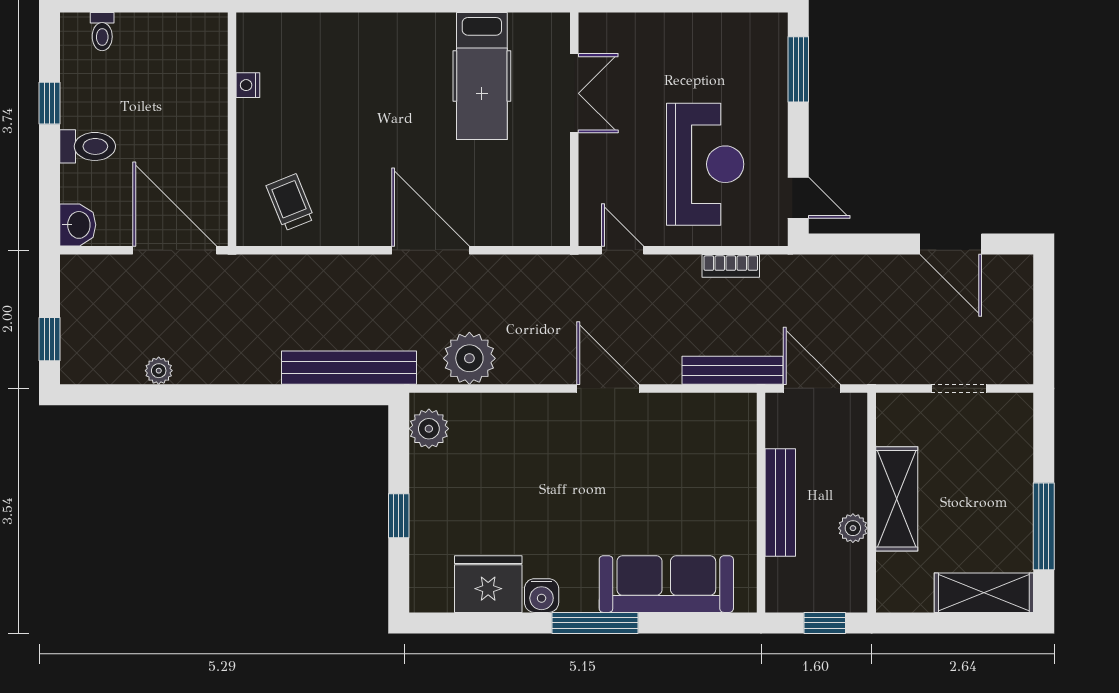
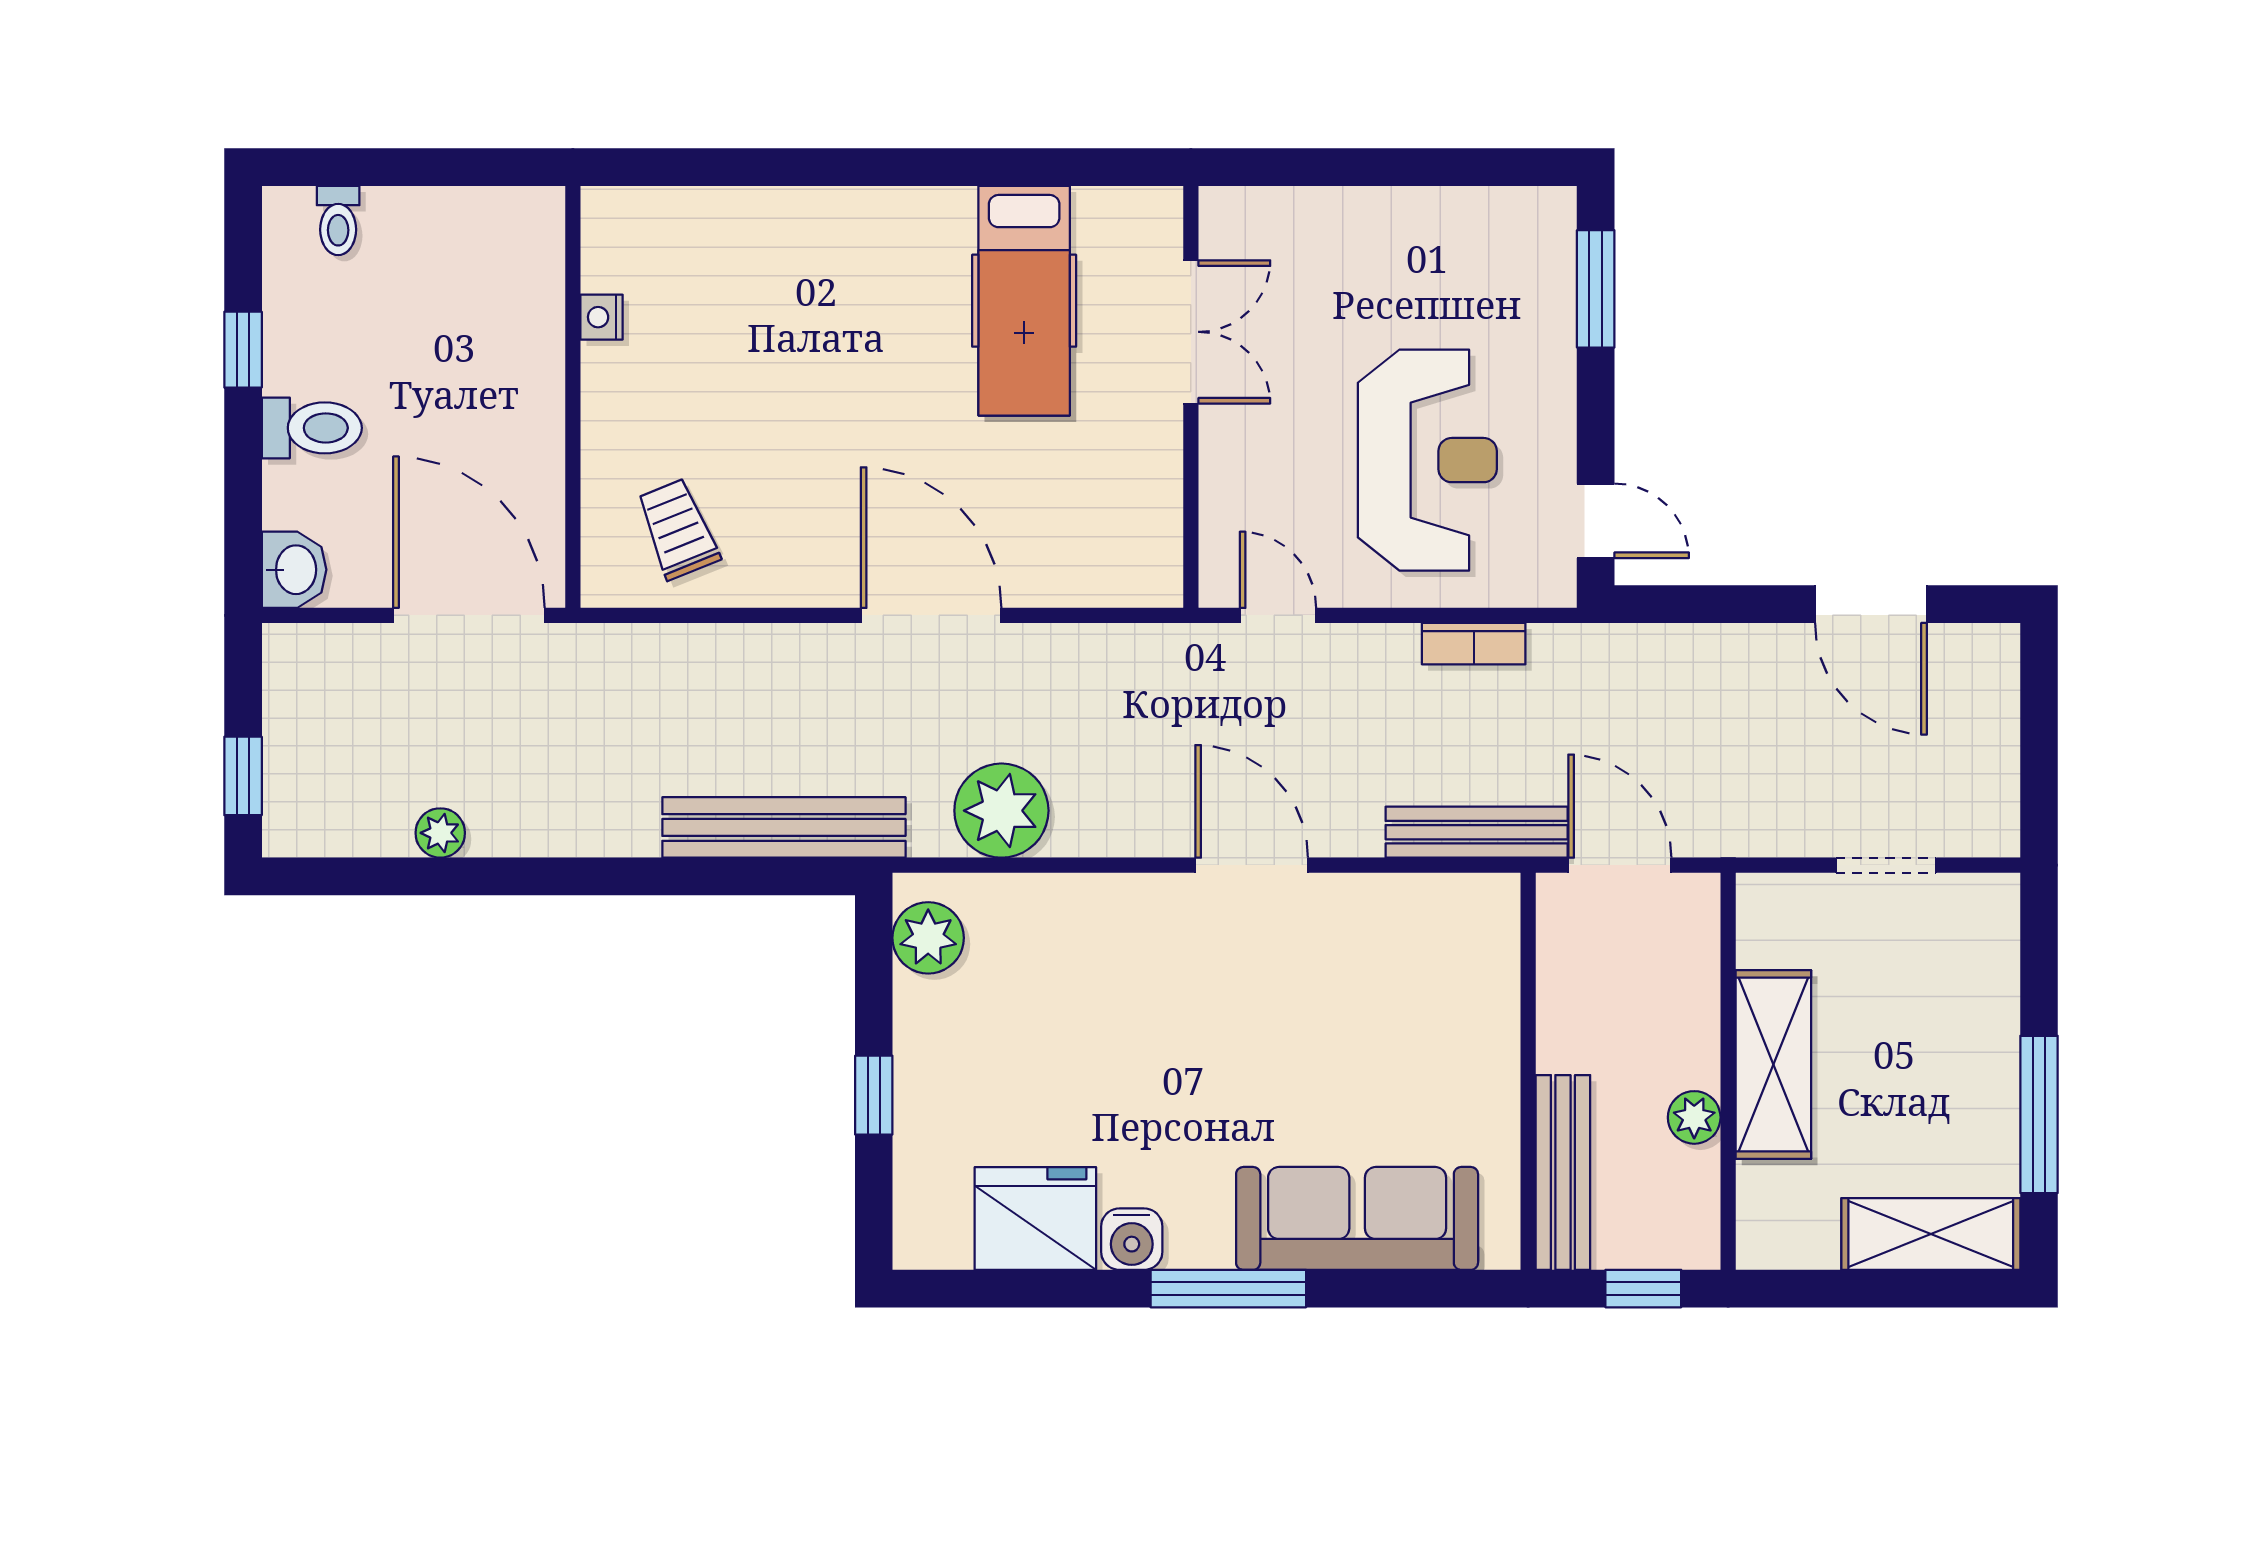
bench: (780, 503) -> (1563, 1172), moved

